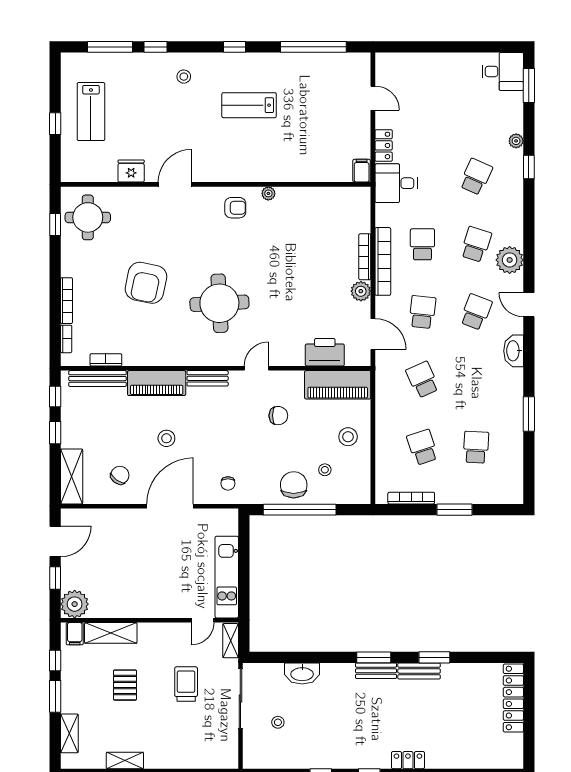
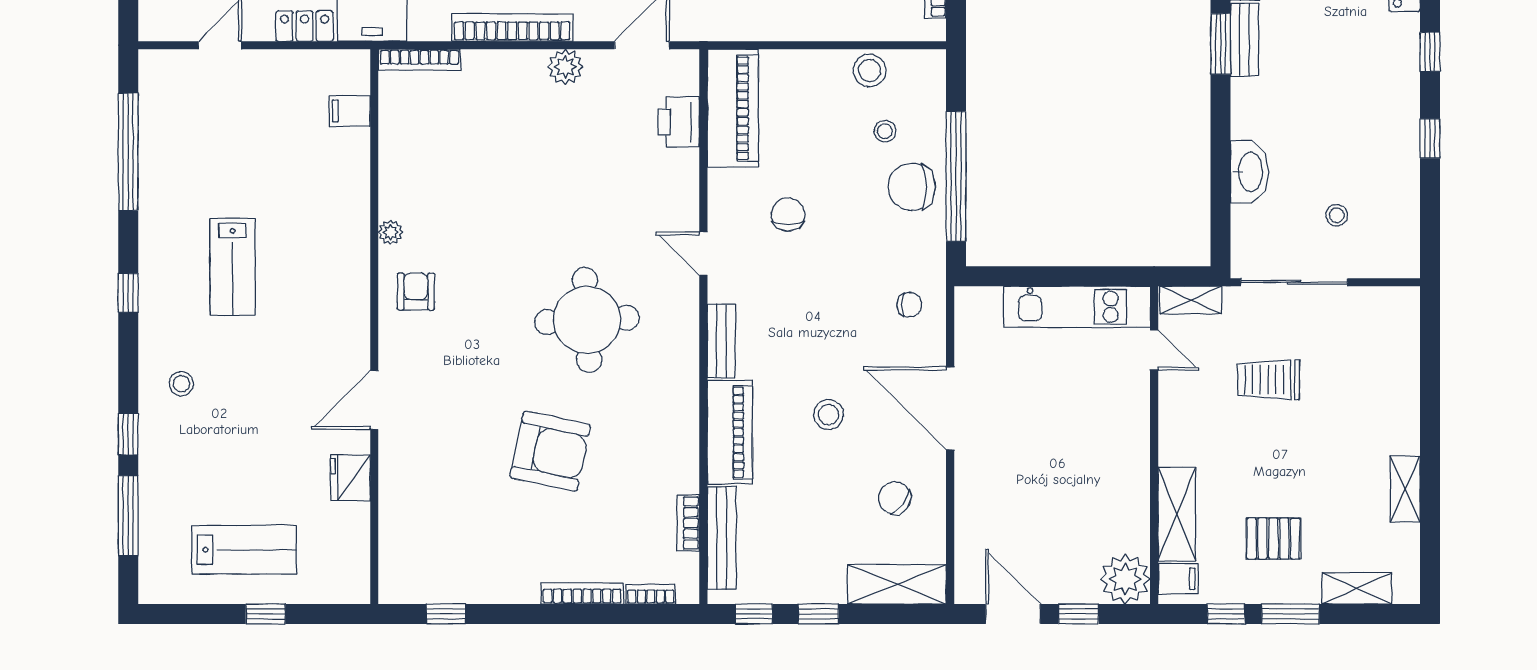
filing cabinet: (362, 171) -> (350, 111), moved
door: (175, 184) -> (374, 400), hinge flipped
round table: (88, 217) -> (433, 555), removed
bookcase: (365, 257) -> (419, 60), moved
printer: (325, 352) -> (679, 122), width x0.73, depth x0.84
stool: (348, 437) -> (869, 70), moved
pallet: (125, 685) -> (1273, 539), moved

